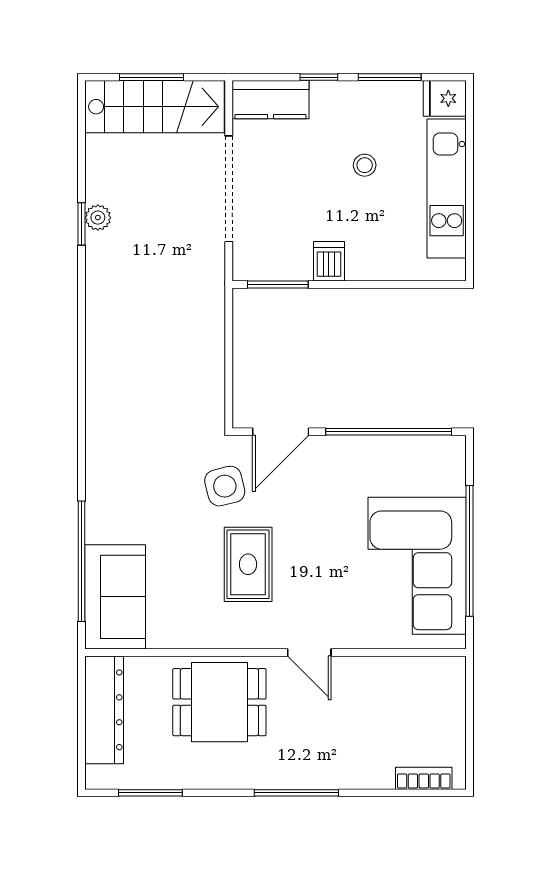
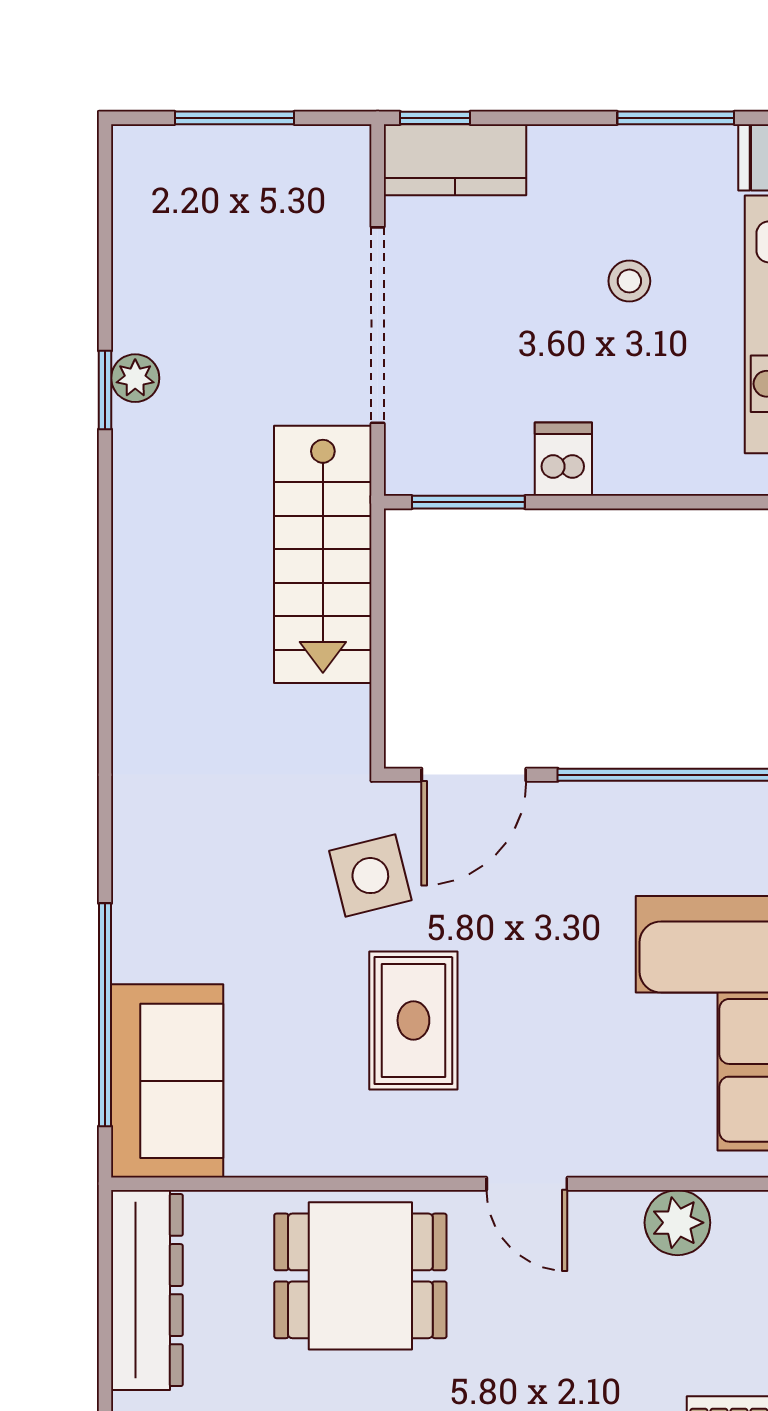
window: (319, 77) -> (435, 118), moved
stairs: (154, 107) -> (323, 554), moved, turned 90
plant: (391, 673) -> (677, 1223), added

